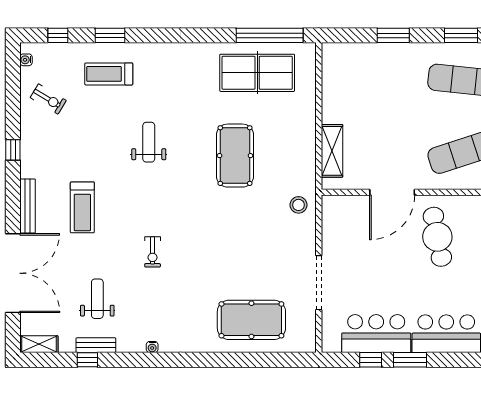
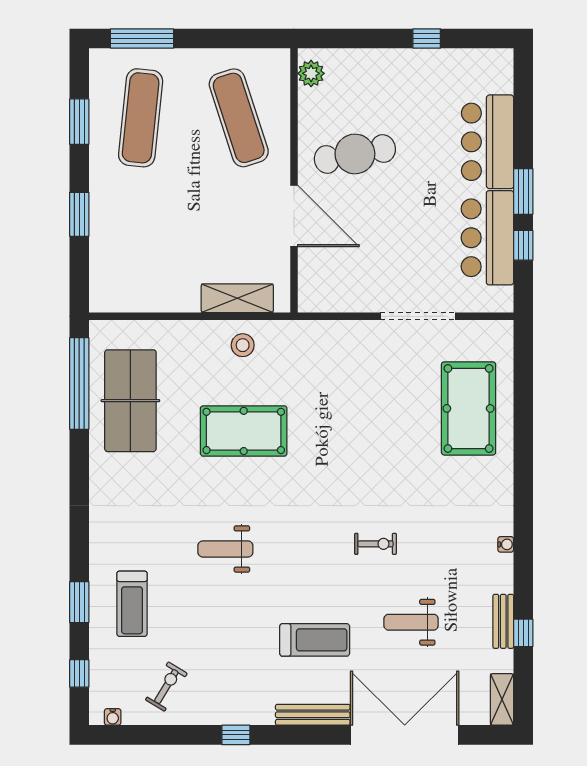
stool: (298, 205) -> (243, 345), moved
weight bench: (97, 299) -> (411, 622), moved

